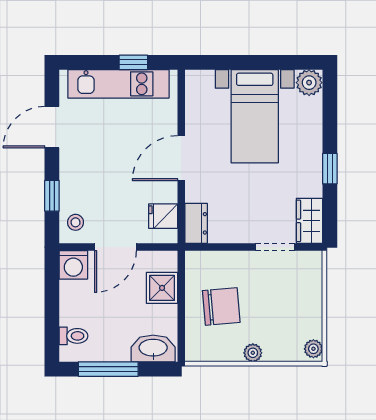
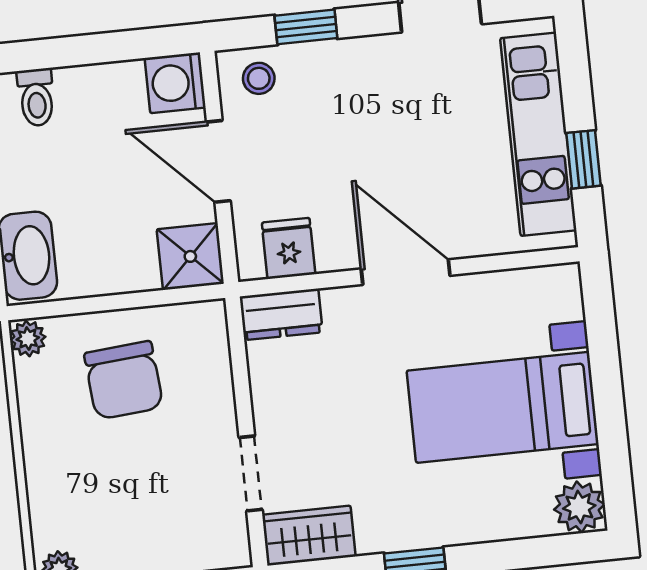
shower: (162, 288) -> (190, 256), moved
plant: (253, 353) -> (28, 339), moved

